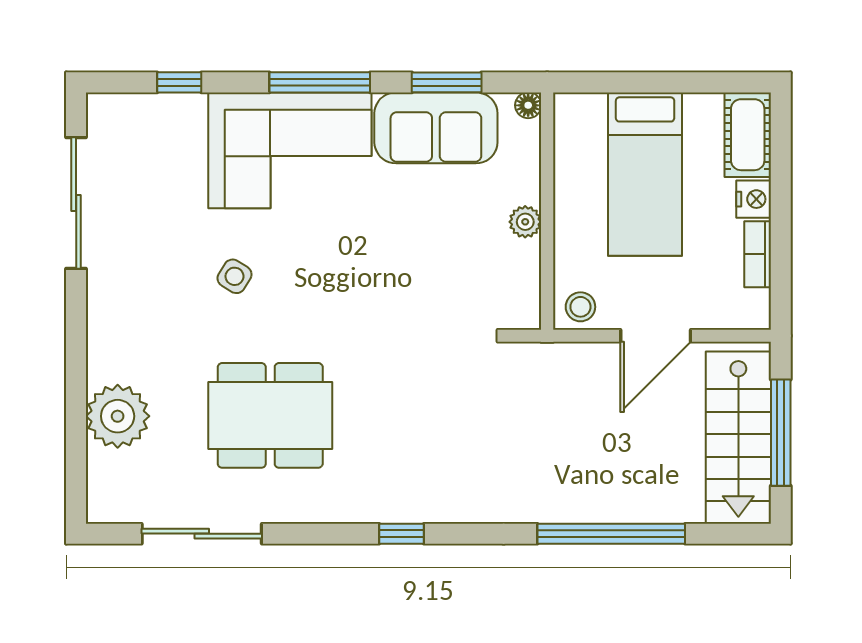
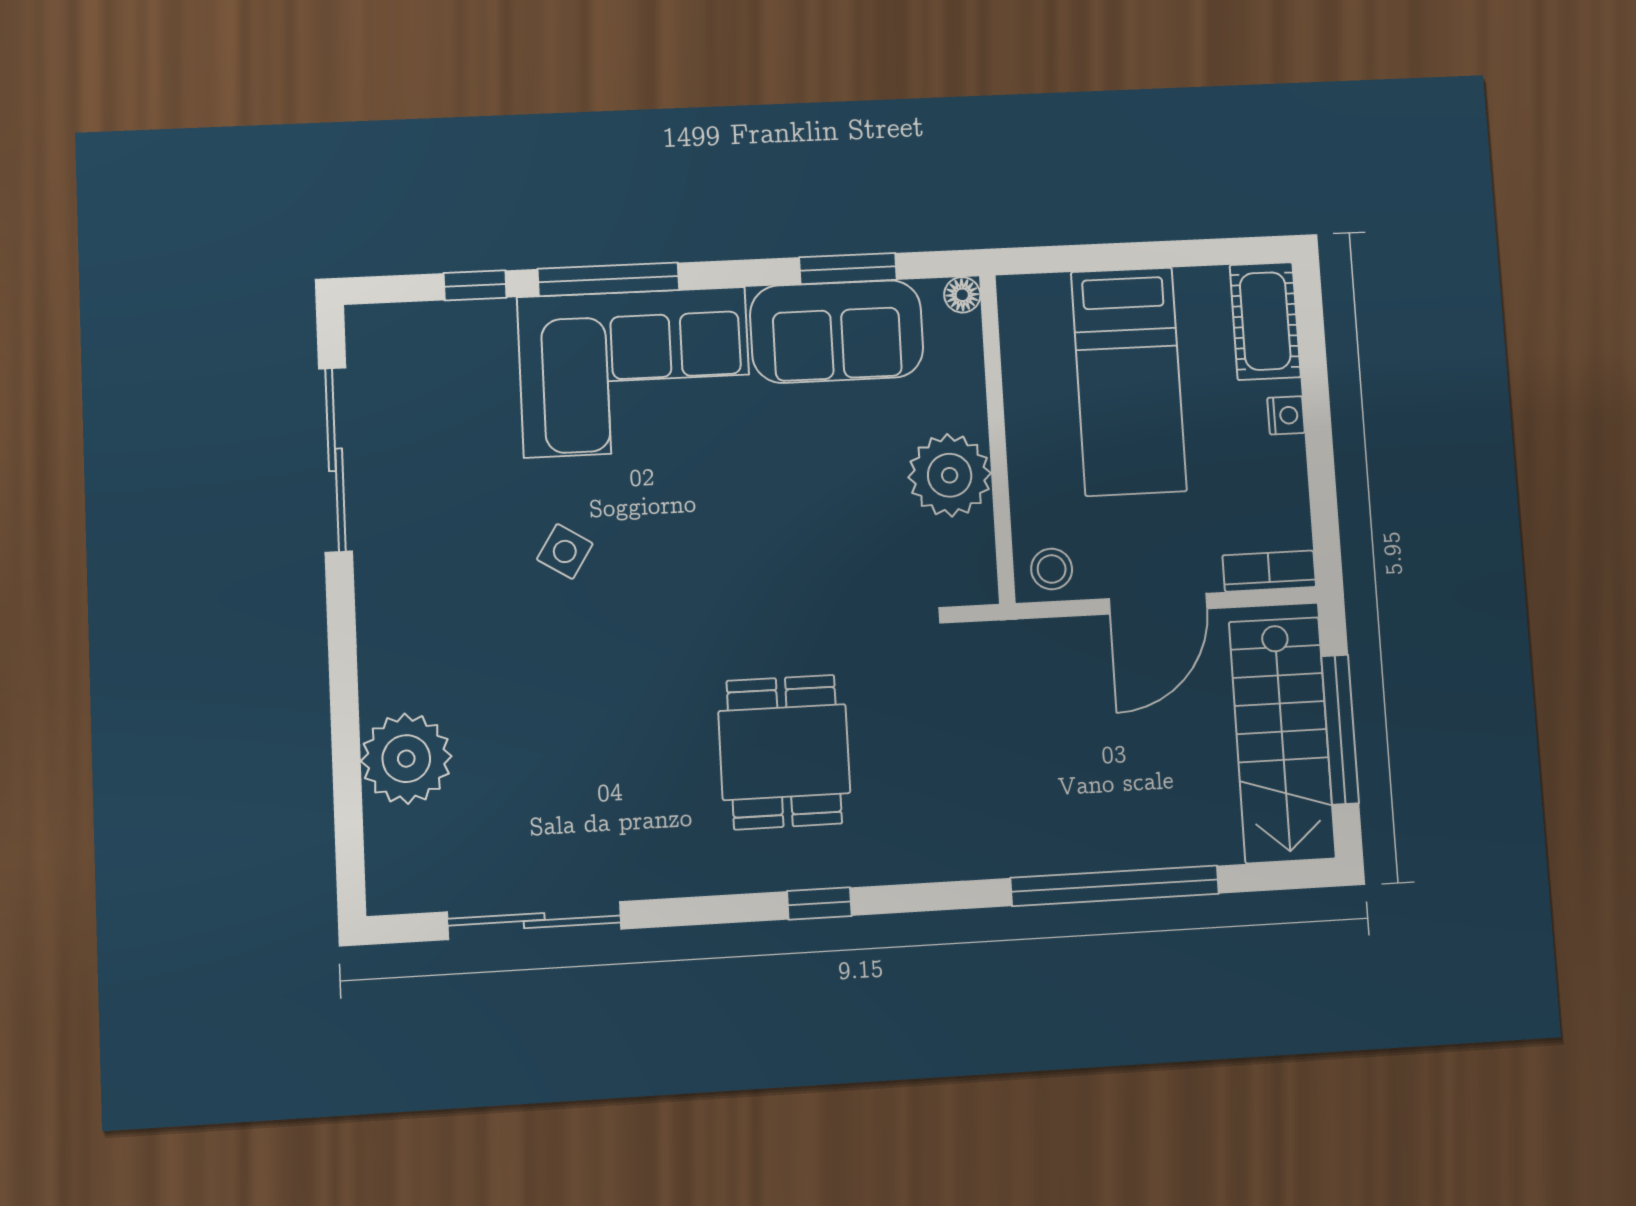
window: (320, 82) -> (608, 279), moved
nightstand: (754, 199) -> (1286, 415), width x0.72, depth x0.74
plant: (525, 222) -> (950, 475), width x1.87, depth x1.87
bookcase: (758, 254) -> (1269, 571), moved, turned 90
dining table: (270, 415) -> (784, 752), moved, width x0.73

